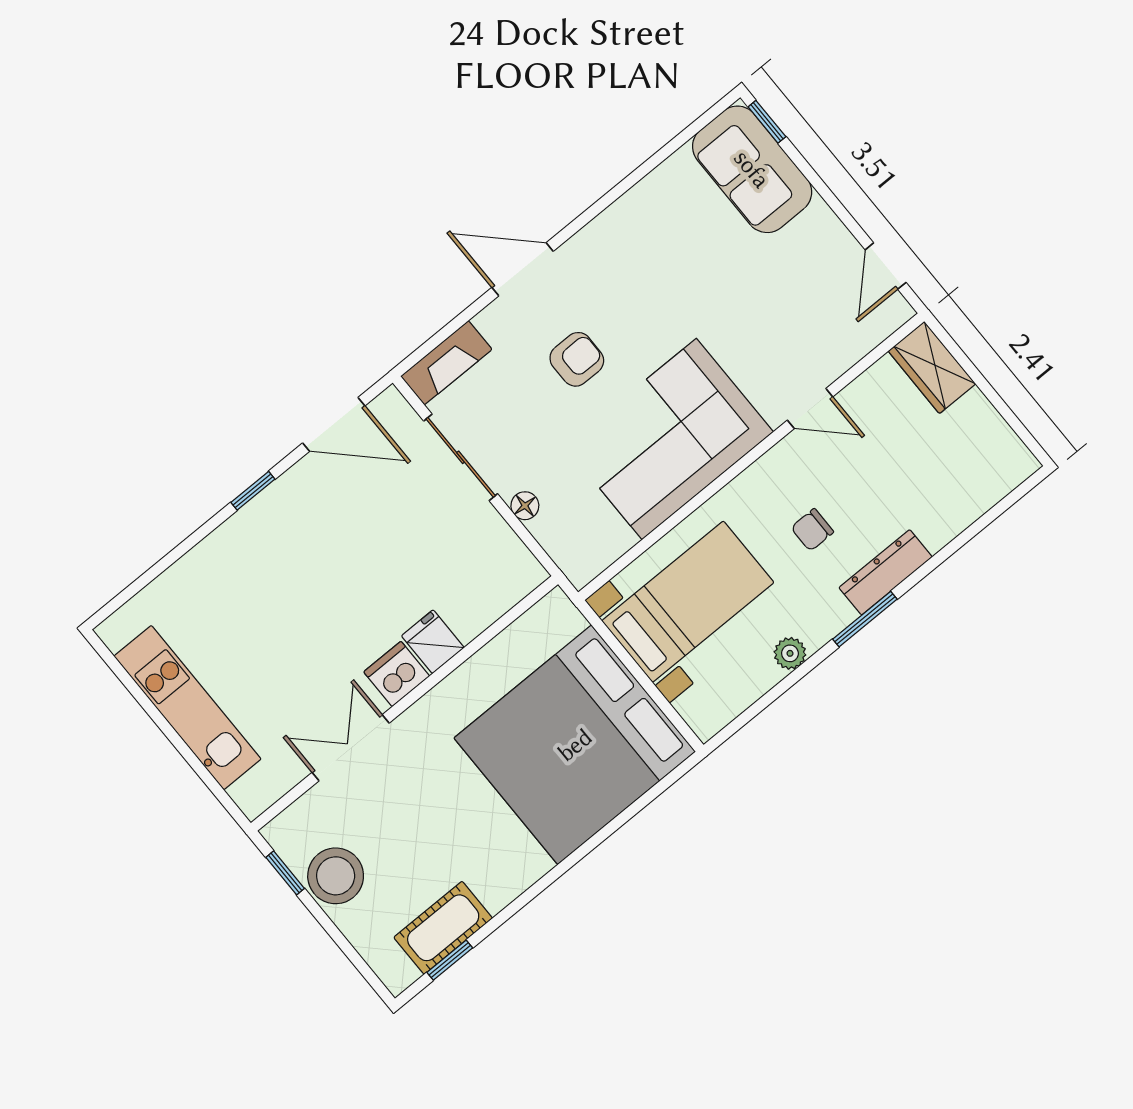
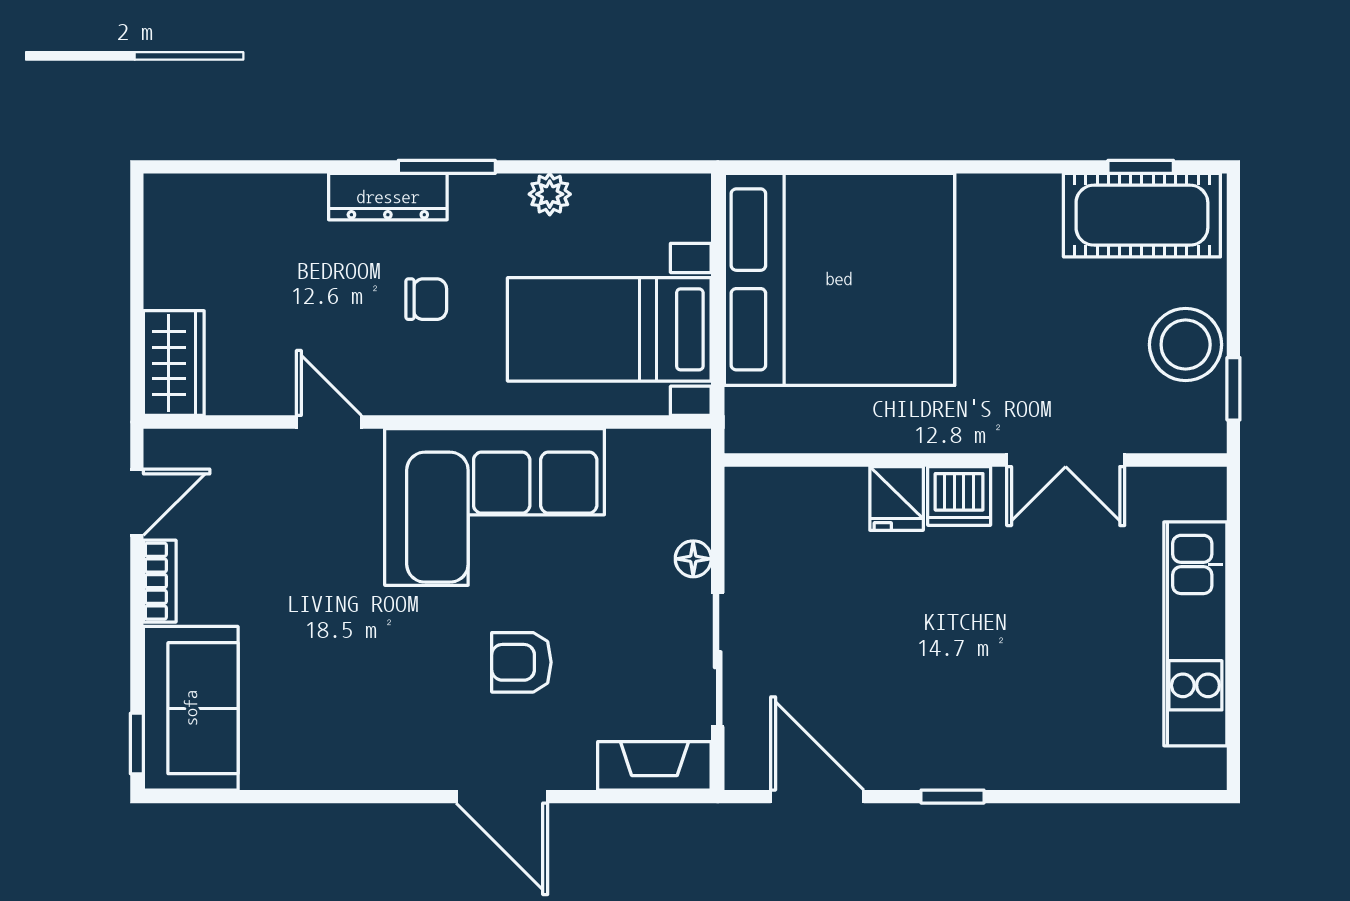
bookcase: (833, 230) -> (160, 581), added
cot: (443, 928) -> (1142, 215), width x1.37, depth x1.34

